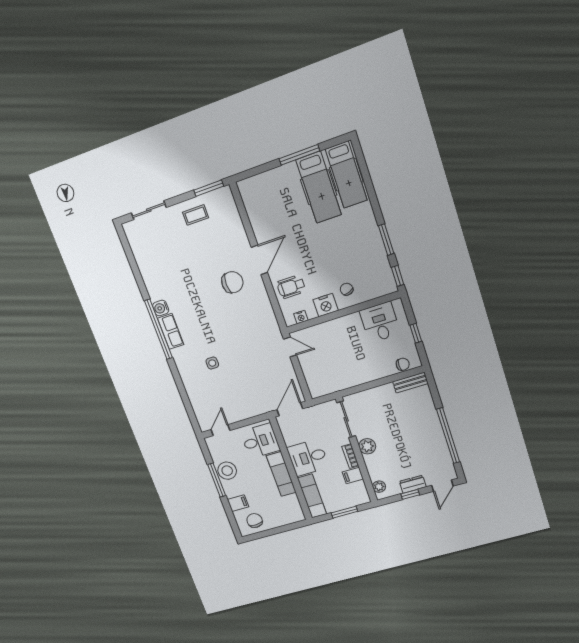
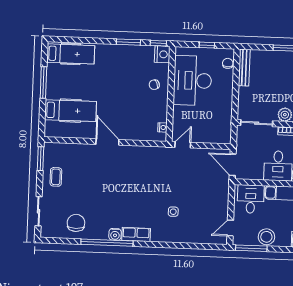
hospital bed: (319, 187) -> (70, 111), moved
chair: (232, 282) -> (76, 223), moved
wheelchair: (291, 287) -> (137, 126), removed
nightstand: (326, 305) -> (162, 54), moved
desk: (380, 322) -> (193, 80), width x1.87, depth x1.30
window: (158, 329) -> (107, 243), moved
bench: (410, 383) -> (244, 68), width x1.36
door: (221, 430) -> (230, 228), hinge flipped
window: (217, 480) -> (251, 248), moved

